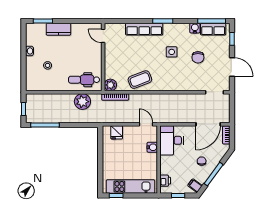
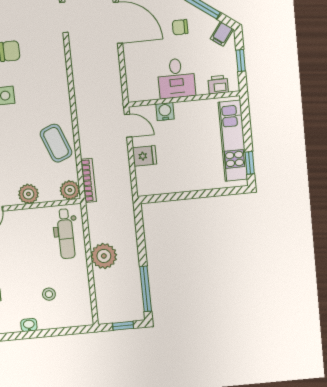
plant: (111, 59) -> (28, 194), added
plant: (82, 102) -> (104, 256), moved
door: (146, 124) -> (128, 126), swing flipped
fridge: (117, 132) -> (145, 156), moved
desk: (171, 140) -> (176, 78), moved, width x0.73

